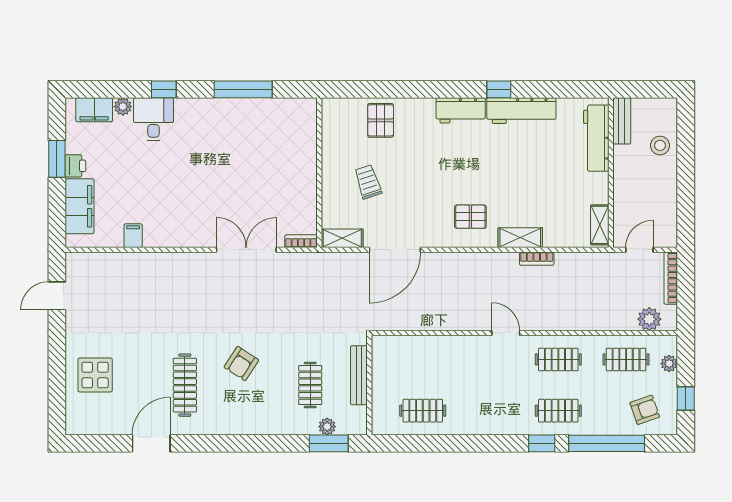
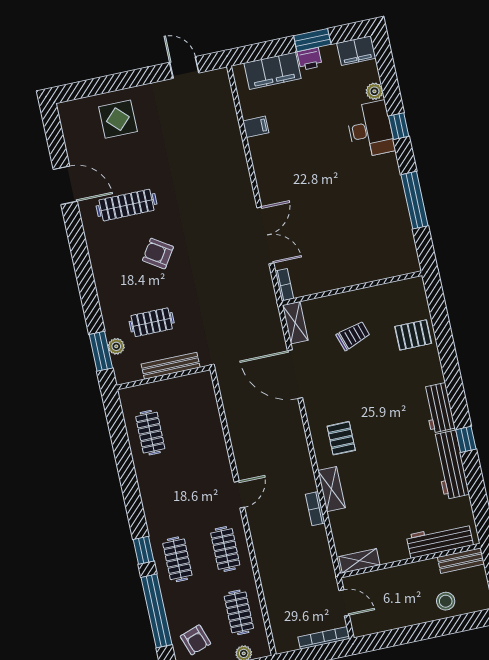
filing cabinet: (94, 110) -> (356, 51), moved, turned -90
desk: (153, 119) -> (370, 129), width x1.37
plant: (649, 319) -> (281, 626), removed

